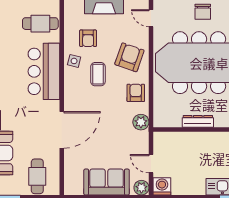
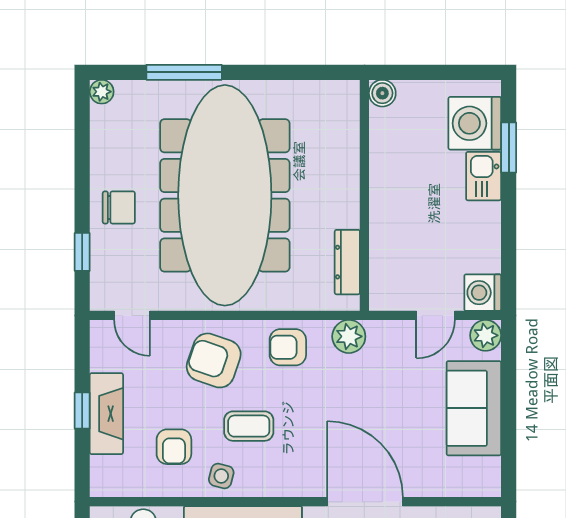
door: (151, 18) -> (132, 315), hinge flipped
armchair: (88, 38) -> (174, 447), turned 90
dresser: (198, 121) -> (347, 262), moved

